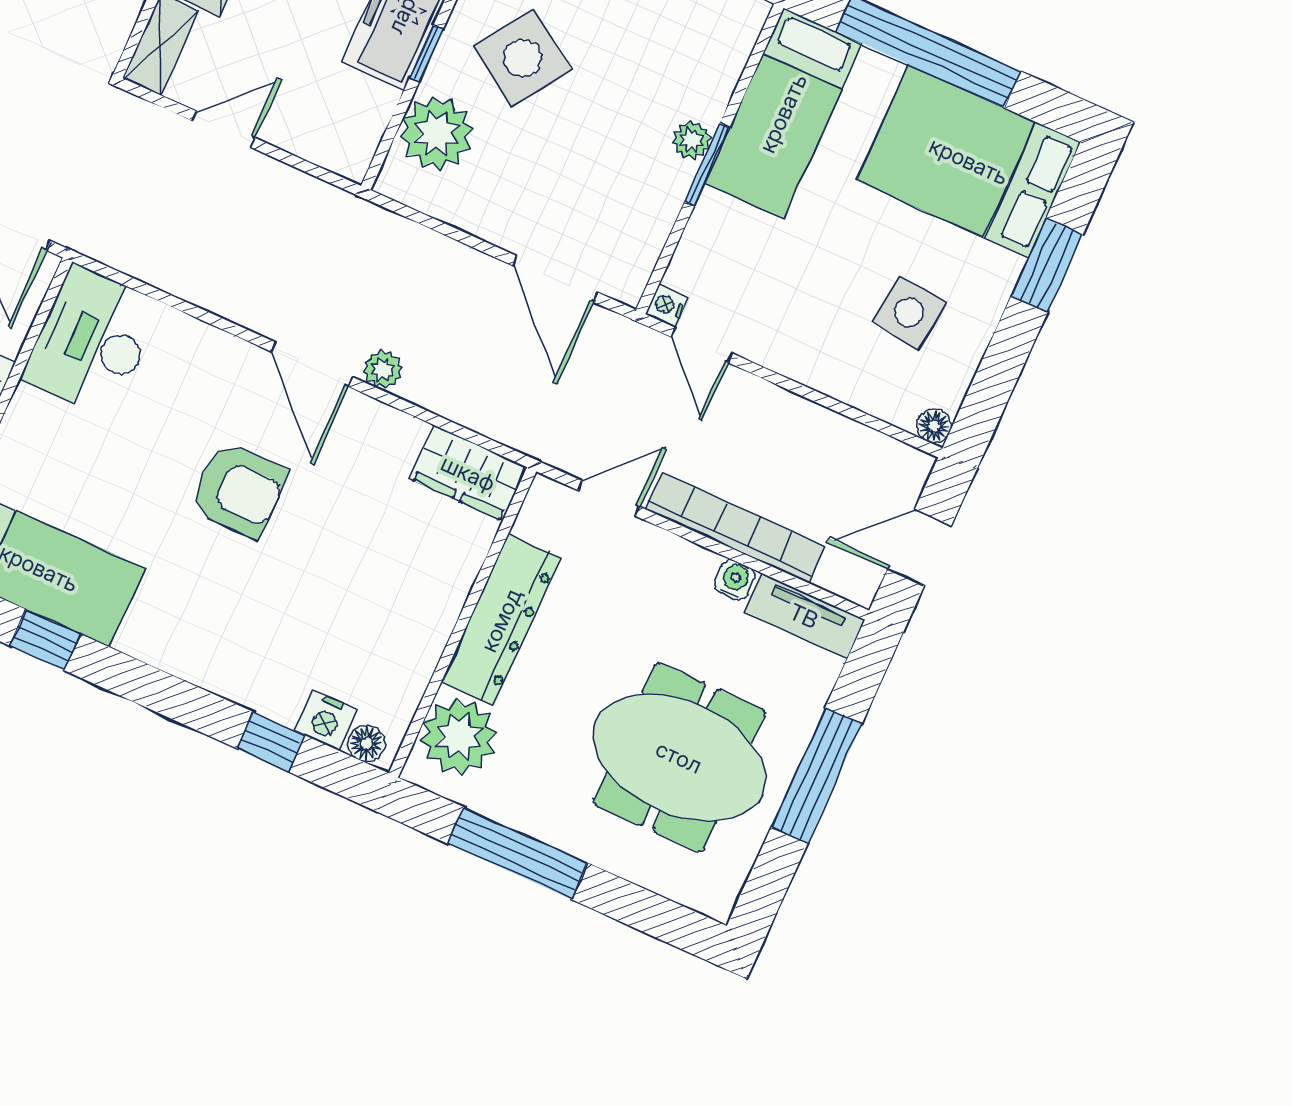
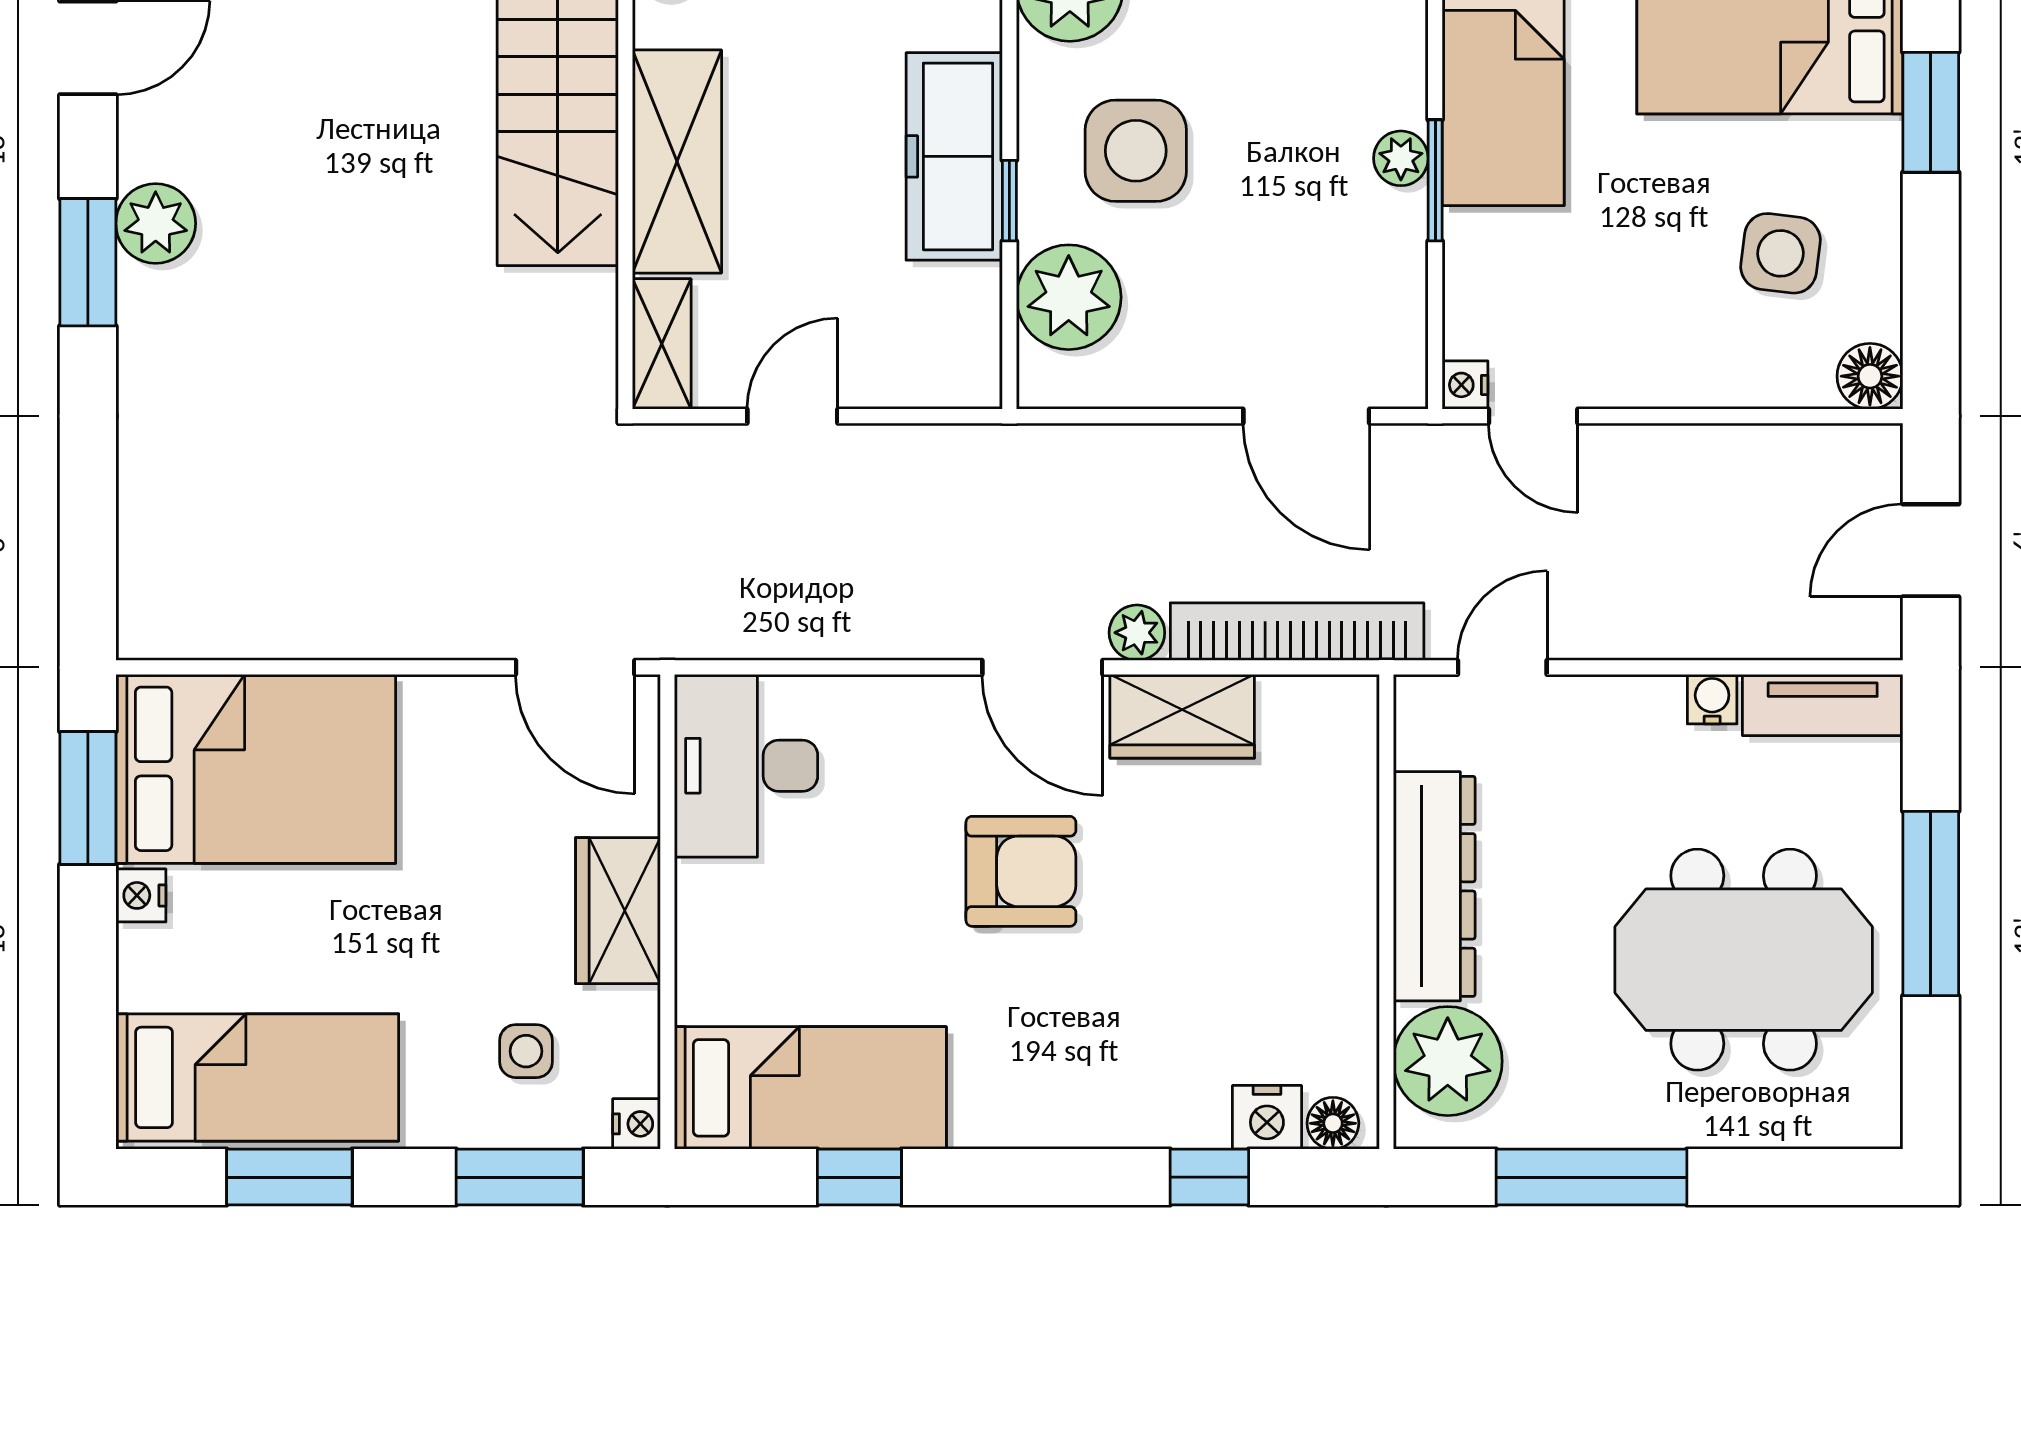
side table: (523, 58) -> (1136, 151), turned -34
floor lamp: (934, 426) -> (1870, 376), width x1.37, depth x1.37
wardrobe: (468, 473) -> (1182, 716), moved
bookcase: (735, 528) -> (1297, 632), moved

